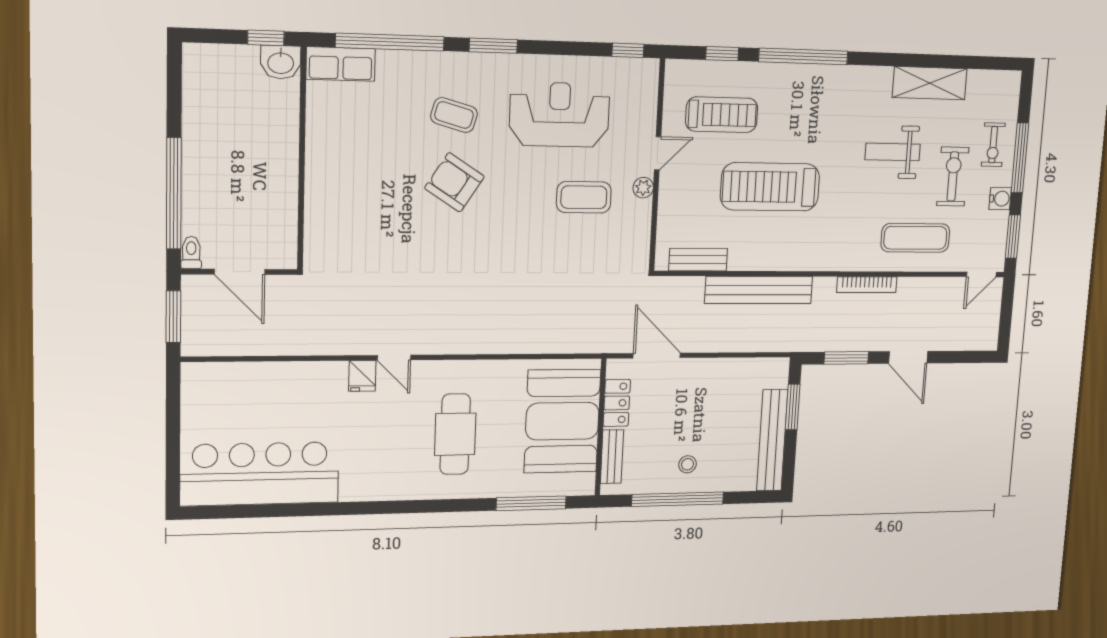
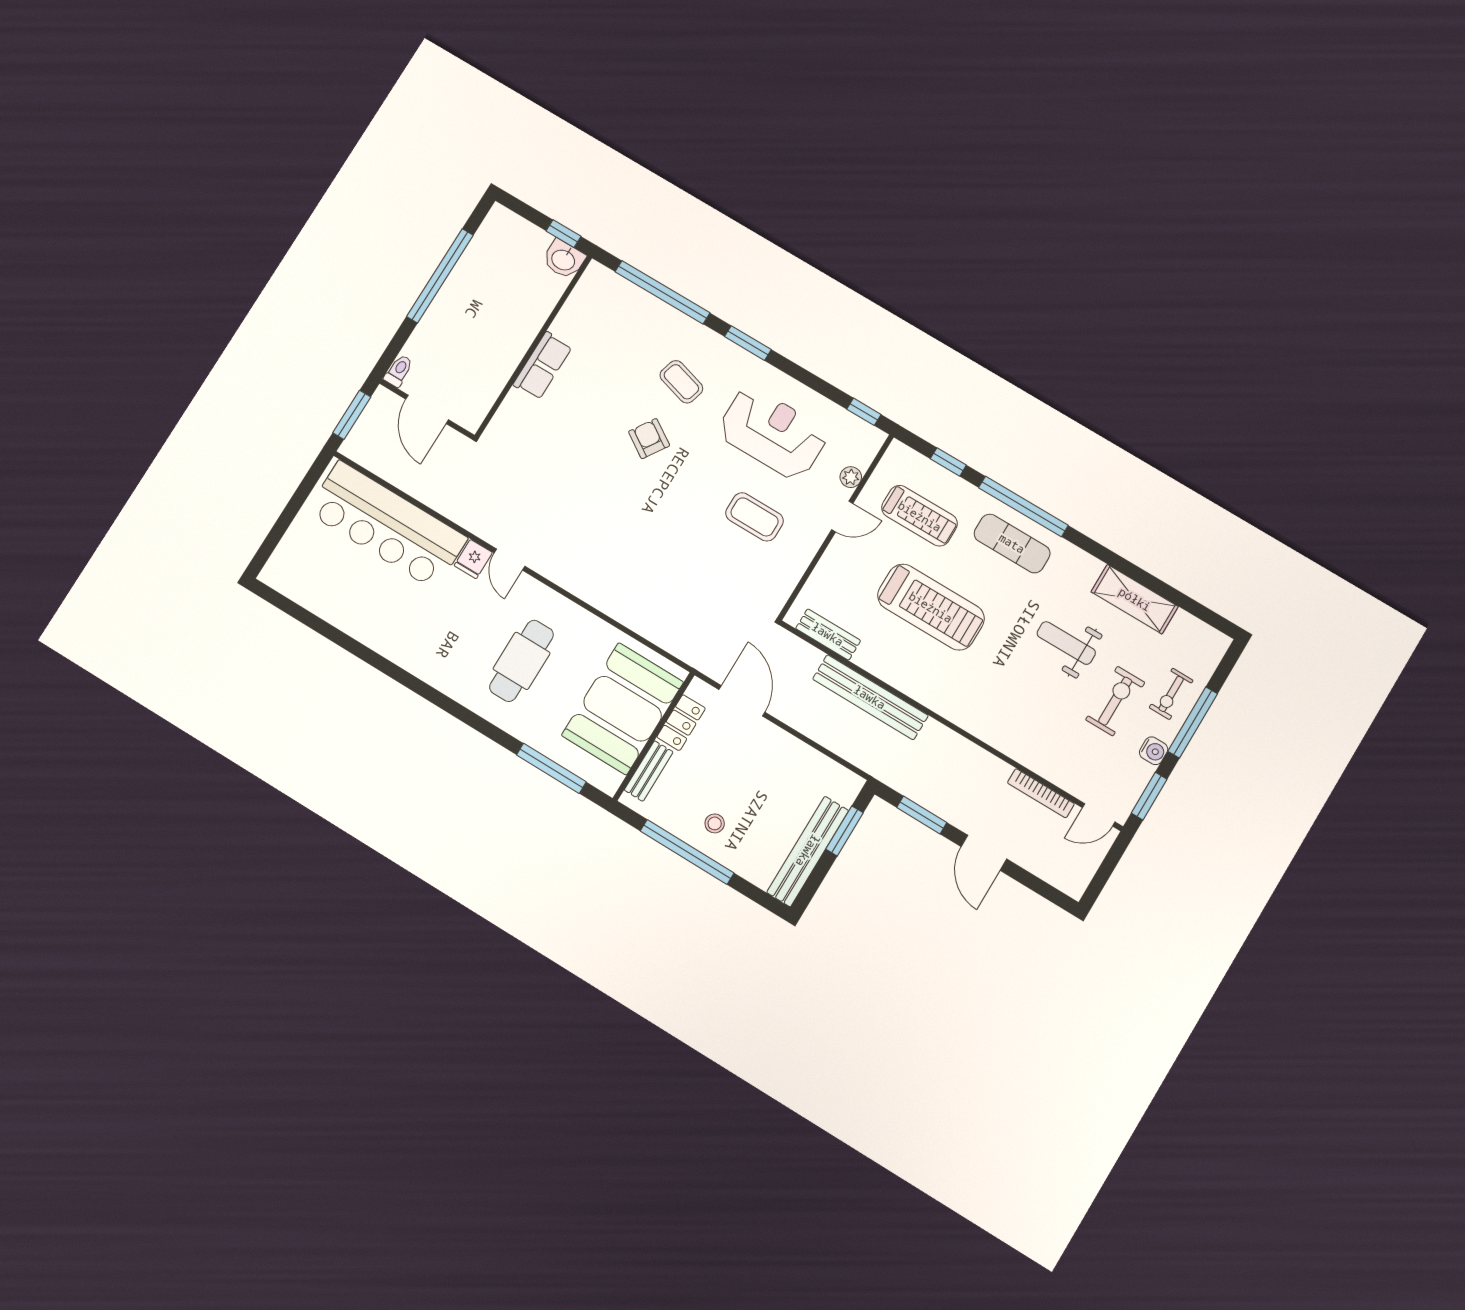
row of seats: (341, 64) -> (543, 366), moved, turned -90
armchair: (454, 182) -> (649, 439), width x0.72, depth x0.72
treadmill: (770, 187) -> (931, 607), turned 180
plant: (643, 188) -> (851, 477), moved
window: (174, 193) -> (440, 276), moved
exercise mat: (915, 238) -> (1012, 543), moved
bookcase: (867, 285) -> (1041, 793), moved
bar counter: (260, 474) -> (387, 525), moved, turned 180

